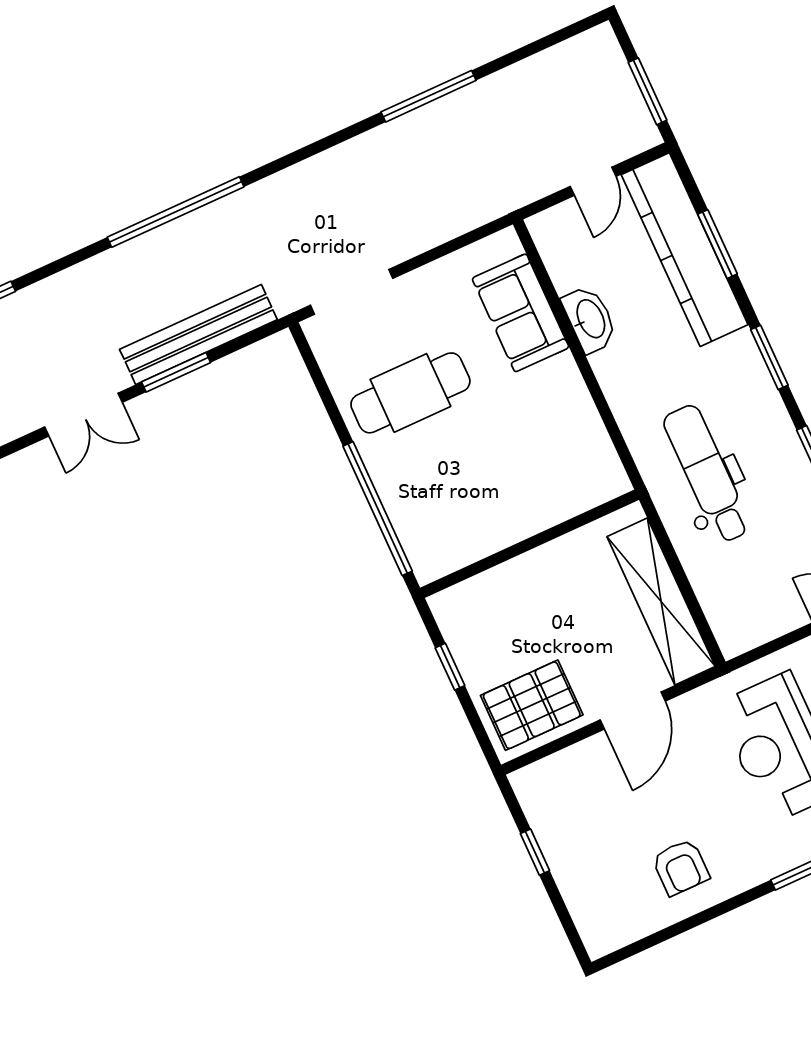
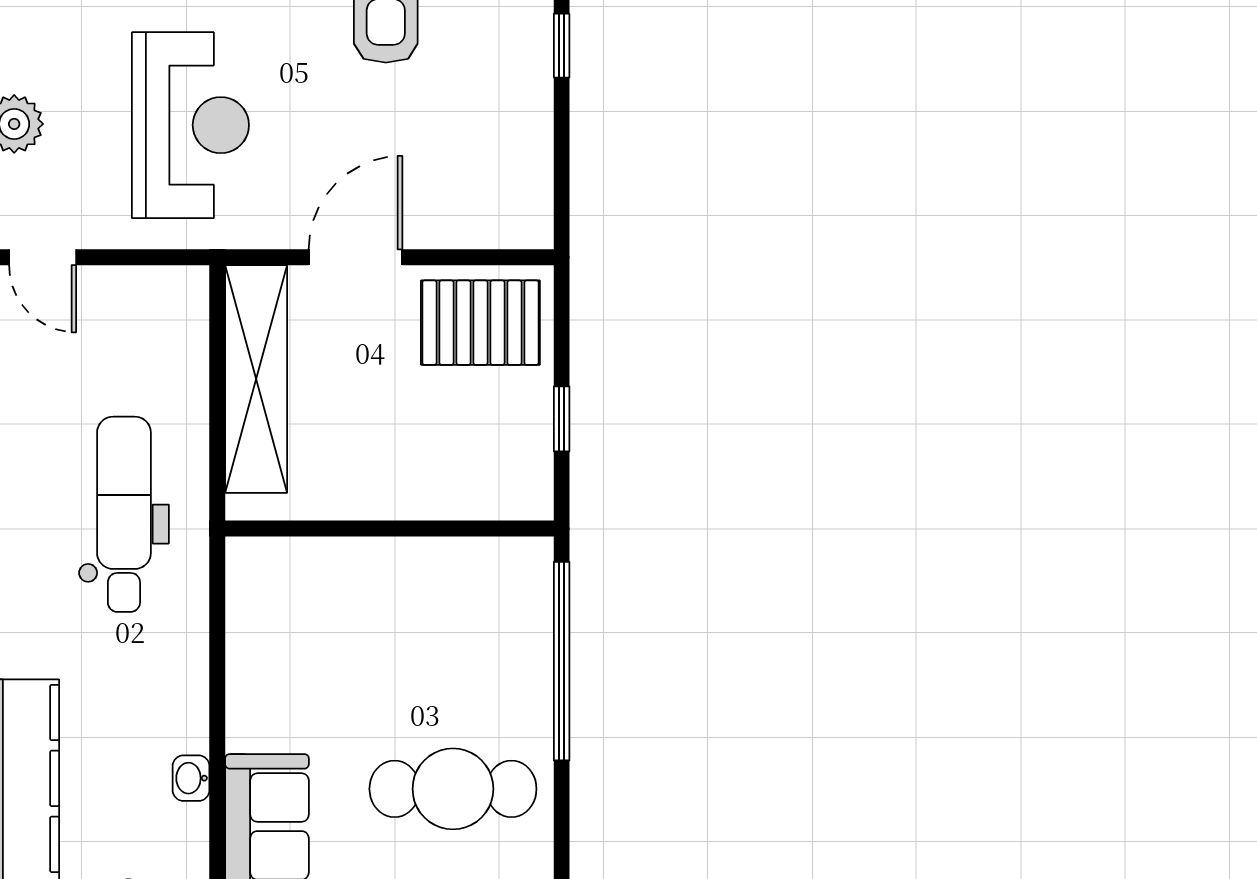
washbasin: (590, 319) -> (191, 778), width x0.52, depth x0.69
dental chair: (707, 474) -> (124, 514), turned 180
window: (535, 852) -> (562, 46), moved

